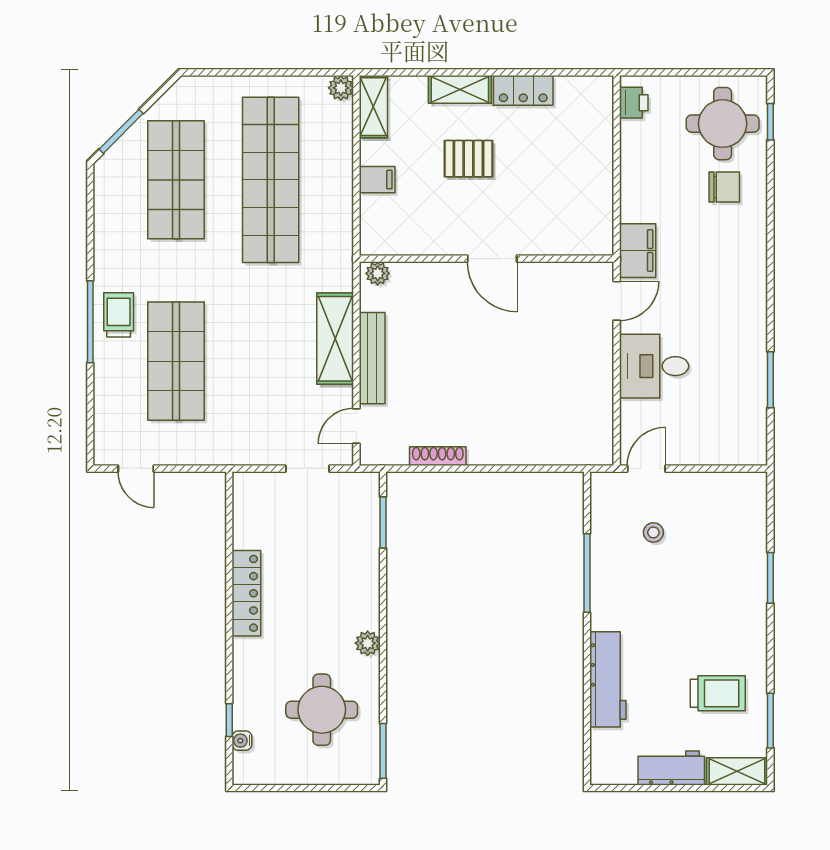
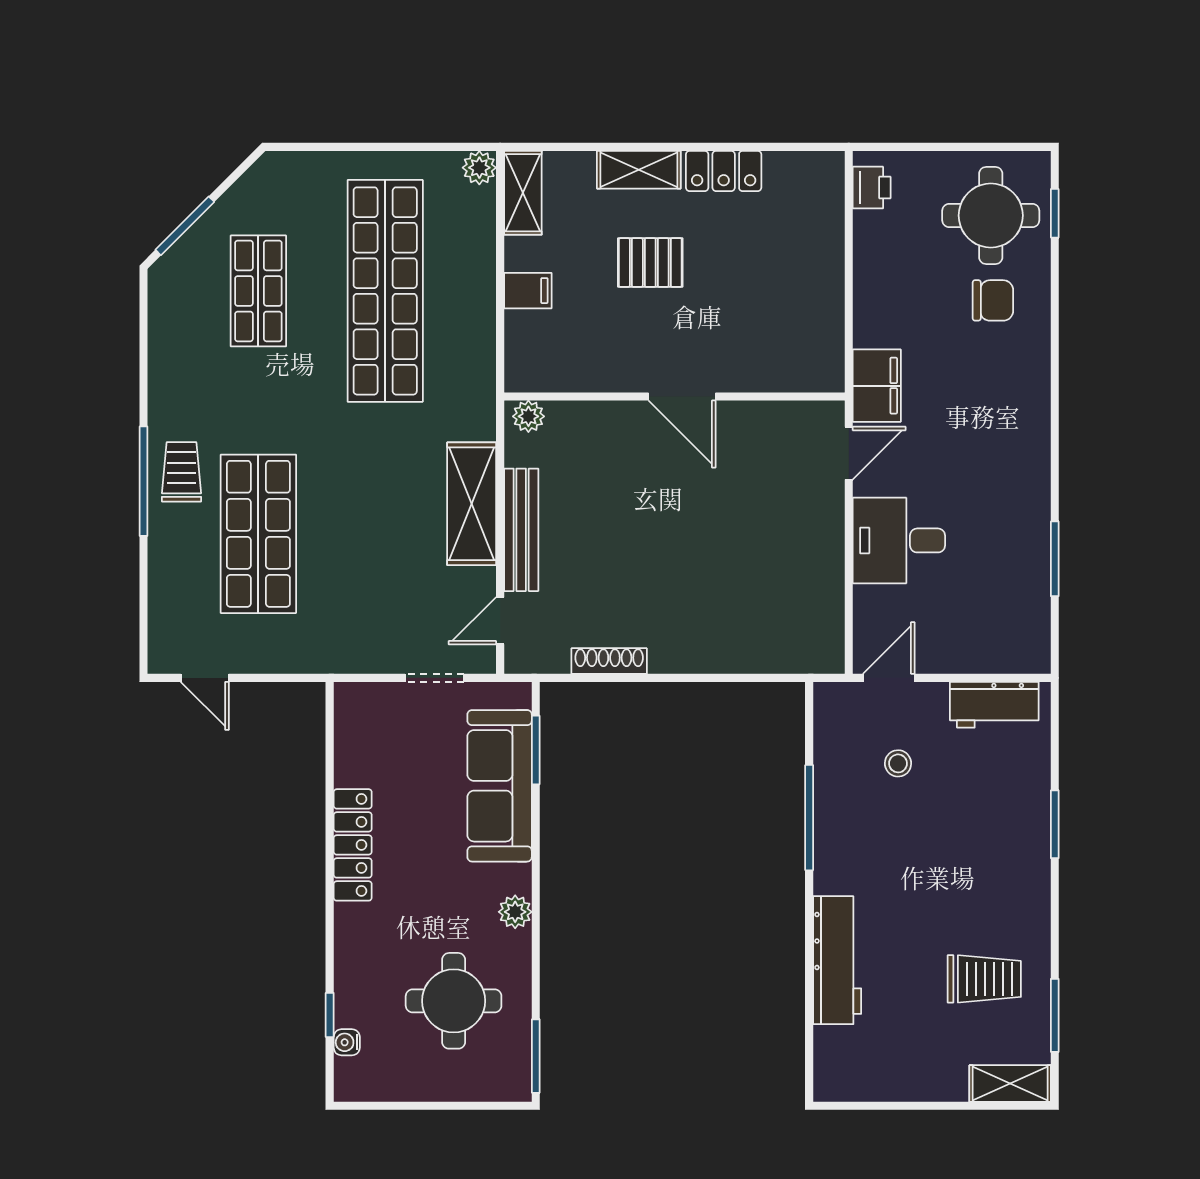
shop shelf: (176, 180) -> (258, 291), width x0.70, depth x0.74
sofa: (356, 549) -> (500, 786), added
workbench: (671, 768) -> (994, 705), moved, turned 180

